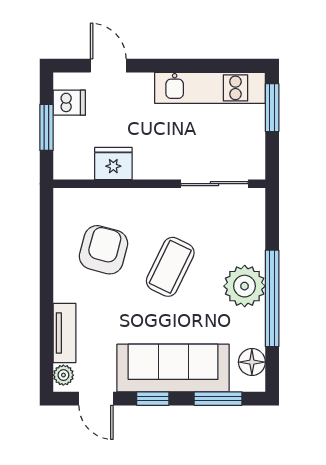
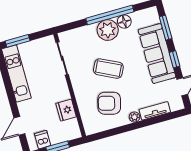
floor lamp: (252, 362) -> (124, 22), moved
plant: (63, 375) -> (134, 117), moved

